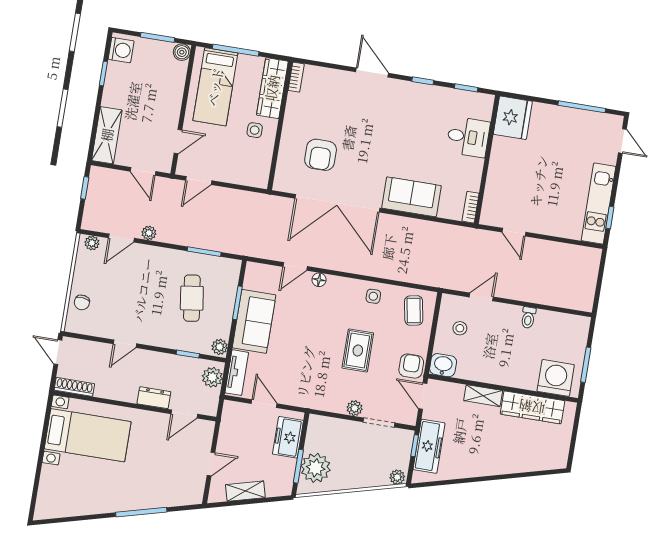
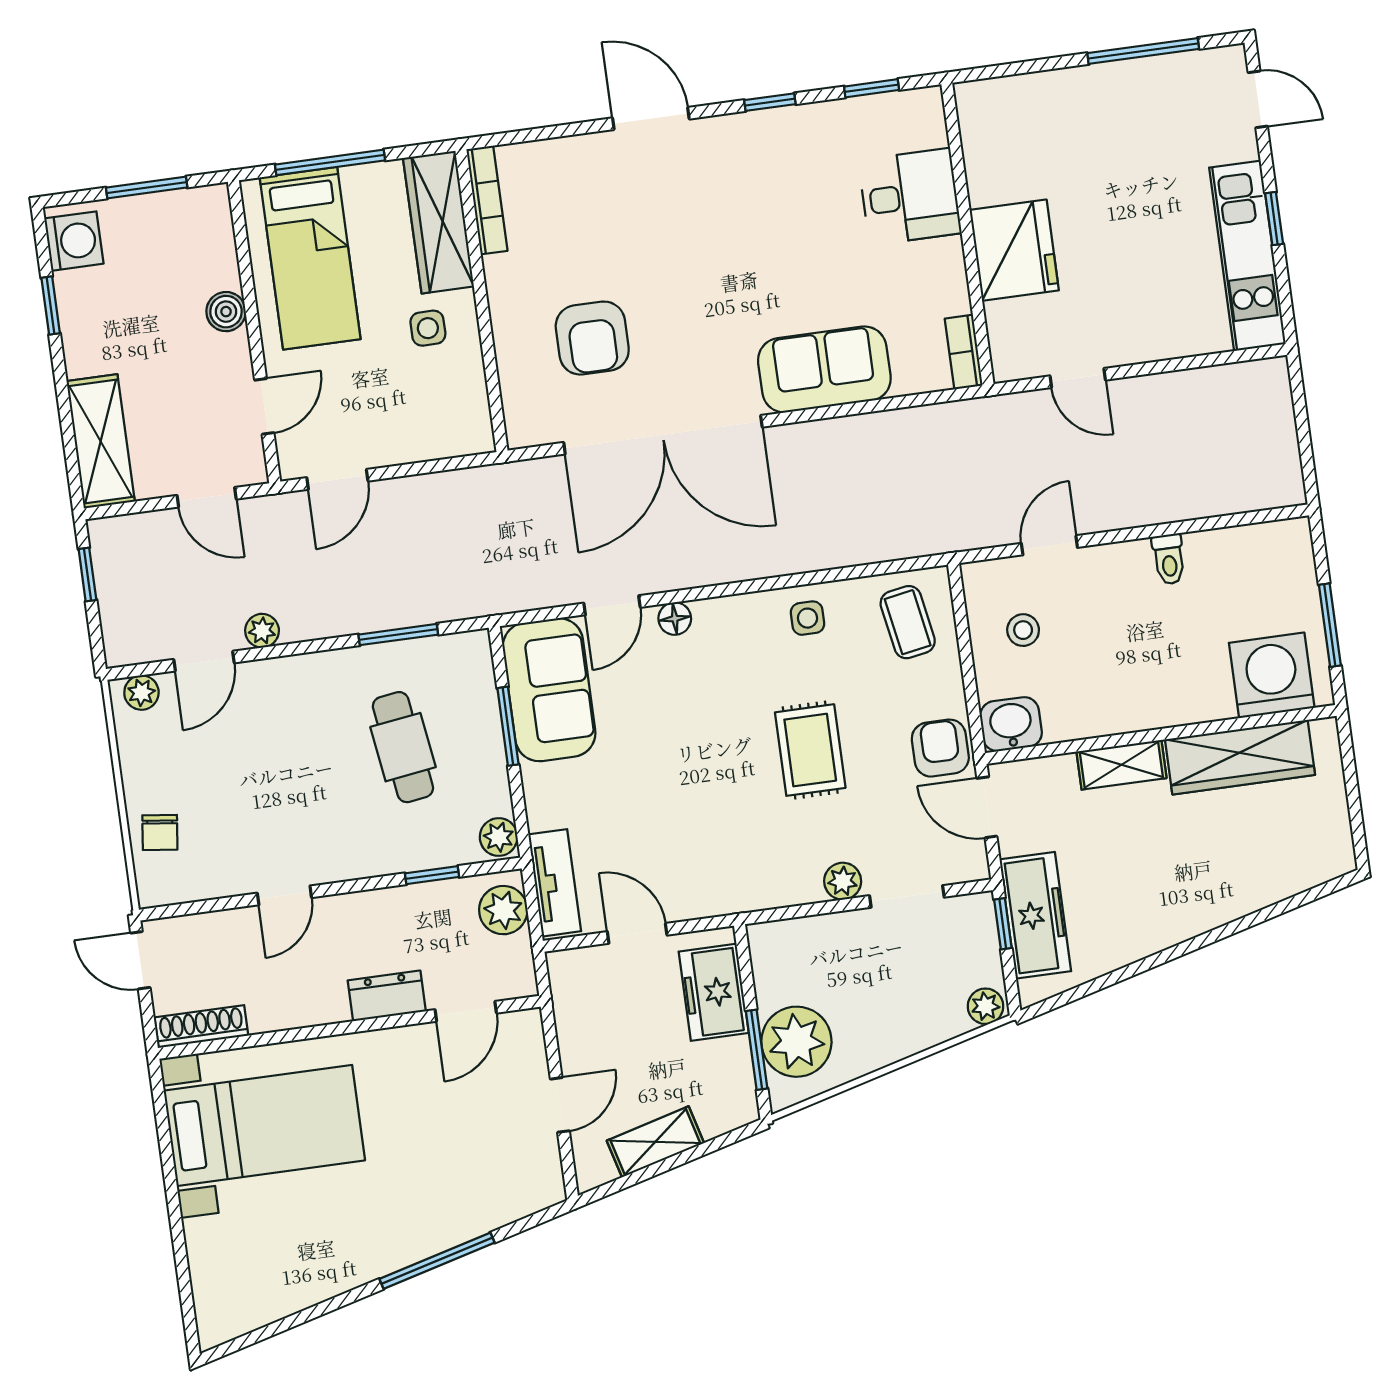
boiler: (182, 52) -> (226, 312), moved
bookcase: (296, 77) -> (487, 200), width x1.56
fridge: (513, 118) -> (1014, 250), moved
window: (610, 217) -> (1274, 219), moved
sofa: (254, 321) -> (549, 690), moved

